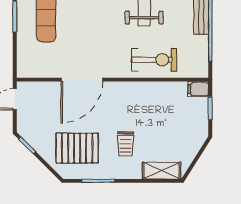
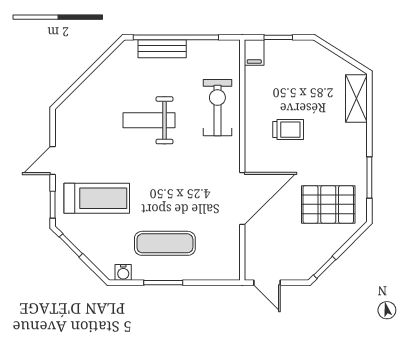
door: (82, 80) -> (242, 198), hinge flipped
trolley: (125, 144) -> (288, 130), moved
pallet: (77, 148) -> (328, 204), turned 90

